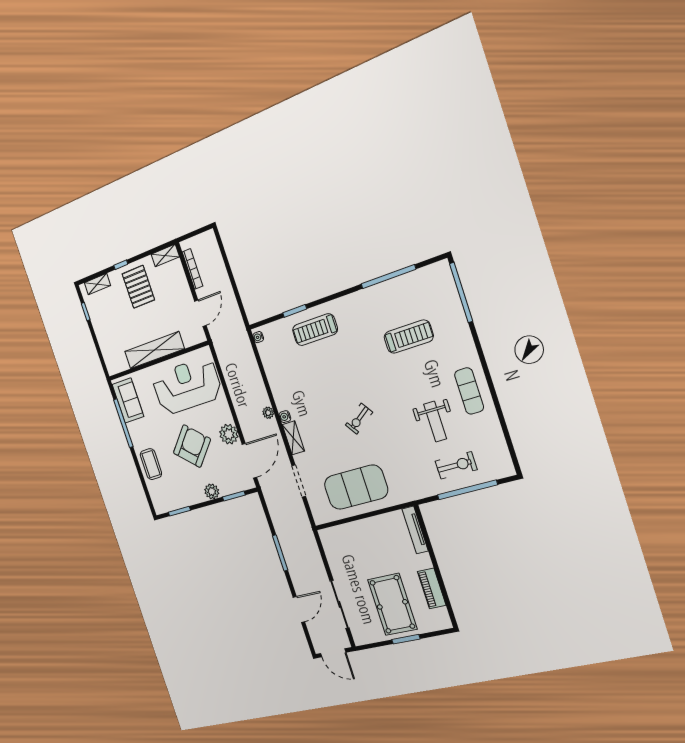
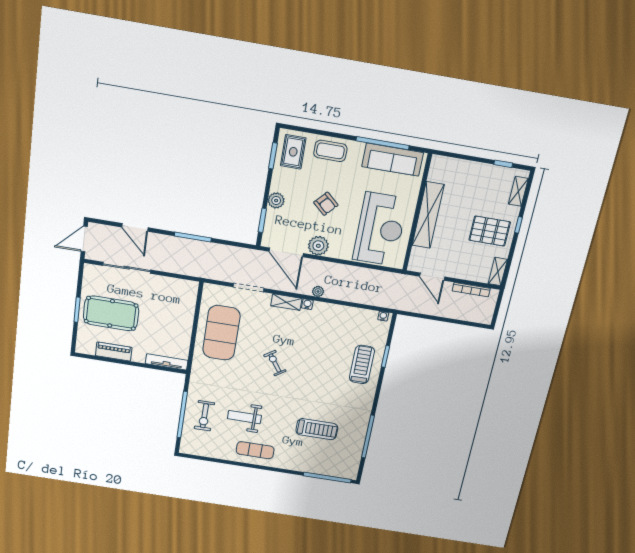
treadmill: (409, 337) -> (317, 429), turned -90
sofa: (128, 401) -> (393, 160), width x1.36
armchair: (192, 446) -> (326, 204), width x0.53, depth x0.53
rug: (168, 495) -> (293, 152), added

